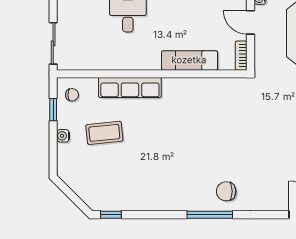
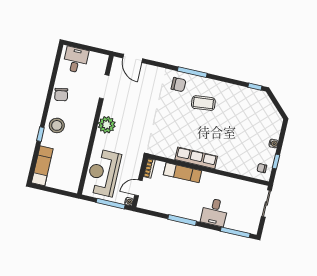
door: (251, 22) -> (138, 188), swing flipped
row of seats: (130, 87) -> (196, 158), moved
coffee table: (104, 133) -> (203, 103), moved

